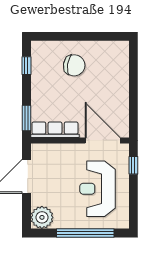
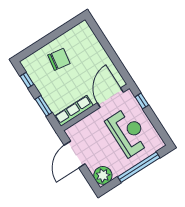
window: (26, 118) -> (43, 106), moved
door: (103, 140) -> (110, 98), hinge flipped
reception desk: (97, 189) -> (128, 132), turned 180

